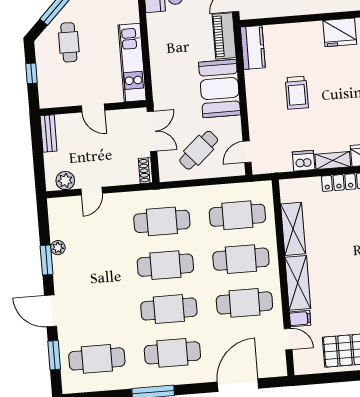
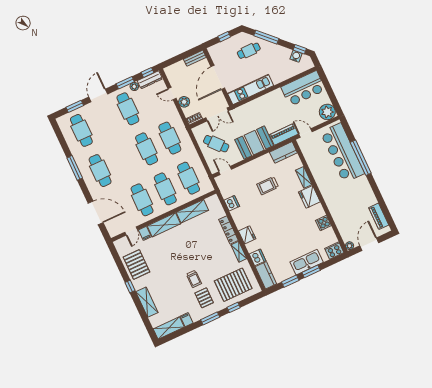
door: (93, 108) -> (218, 77), width x1.88
shelving: (333, 160) -> (304, 177), moved
plant: (65, 181) -> (184, 102), moved
window: (43, 218) -> (148, 72), added
dresser: (56, 219) -> (150, 80), added
cafe table: (169, 309) -> (128, 109), moved

